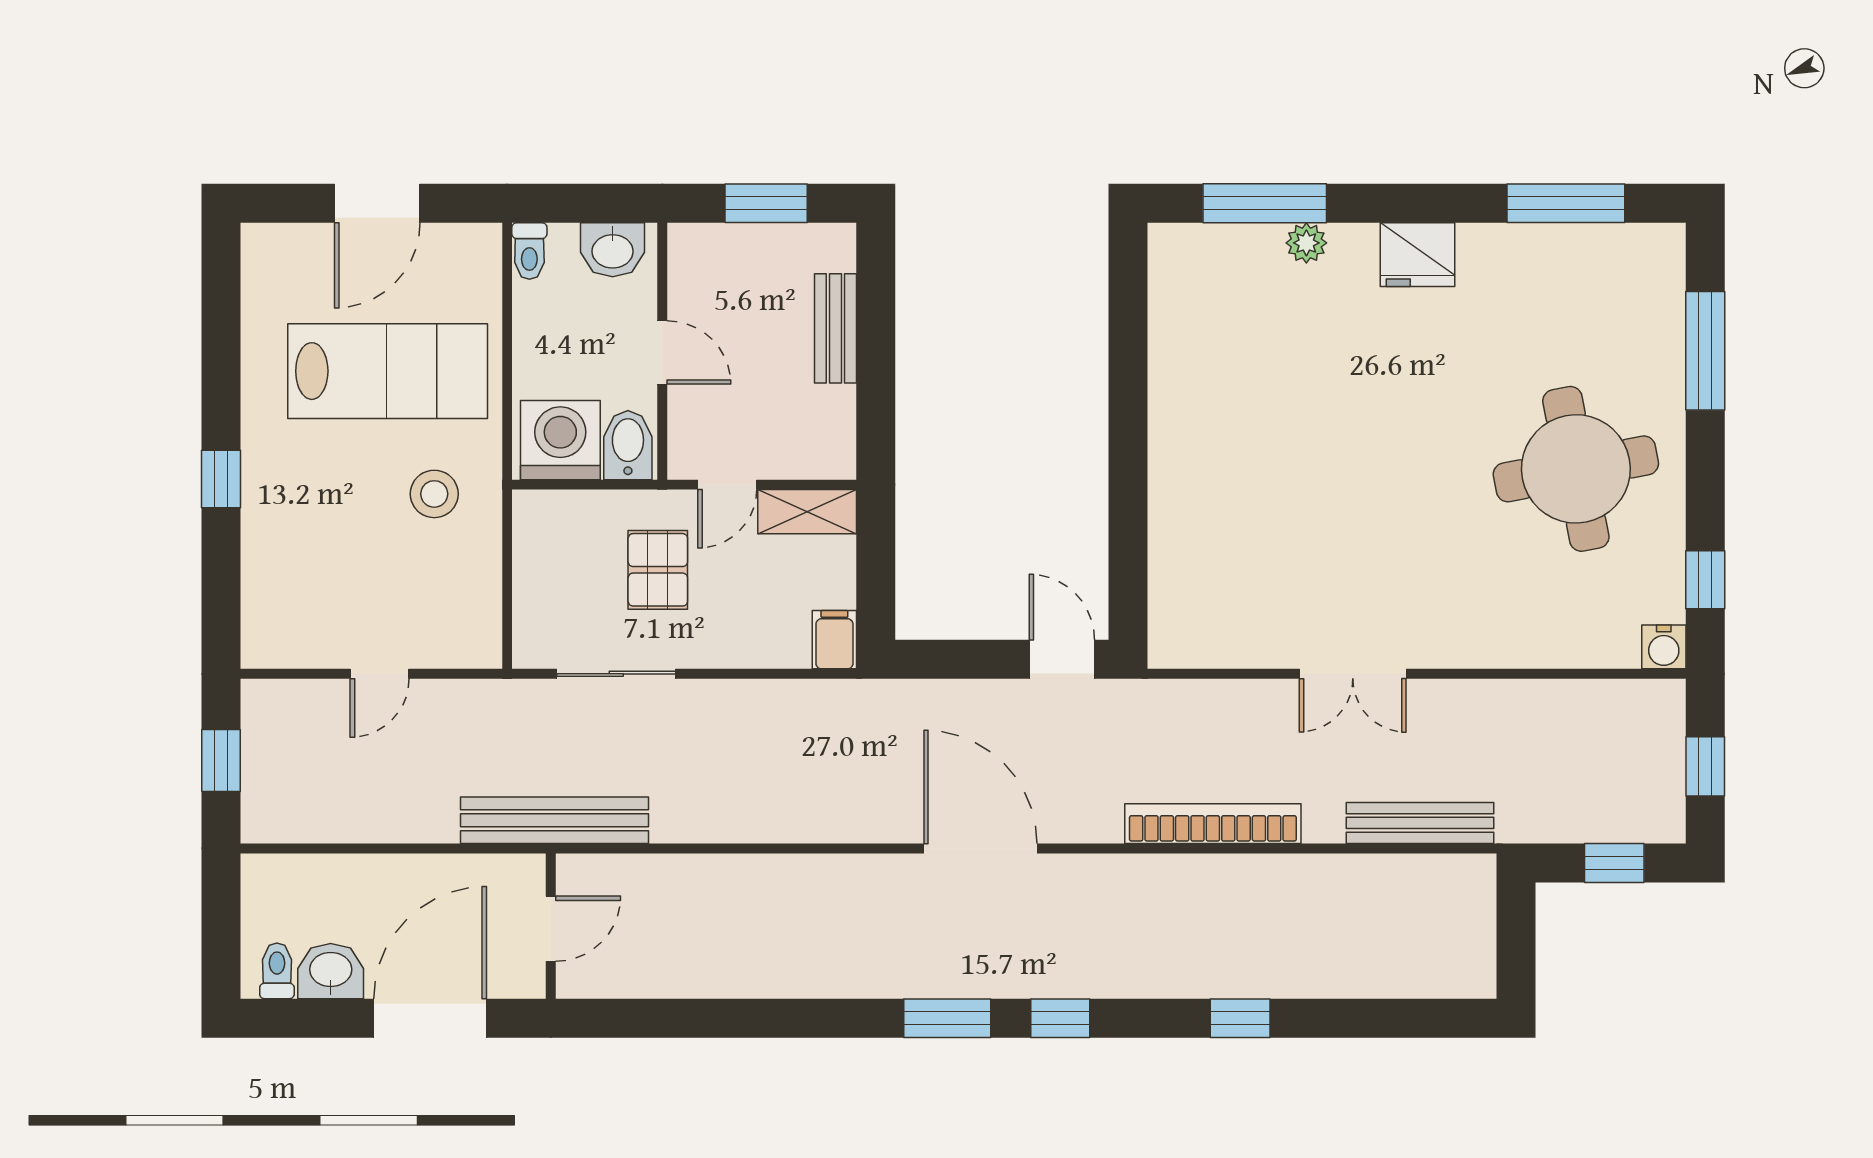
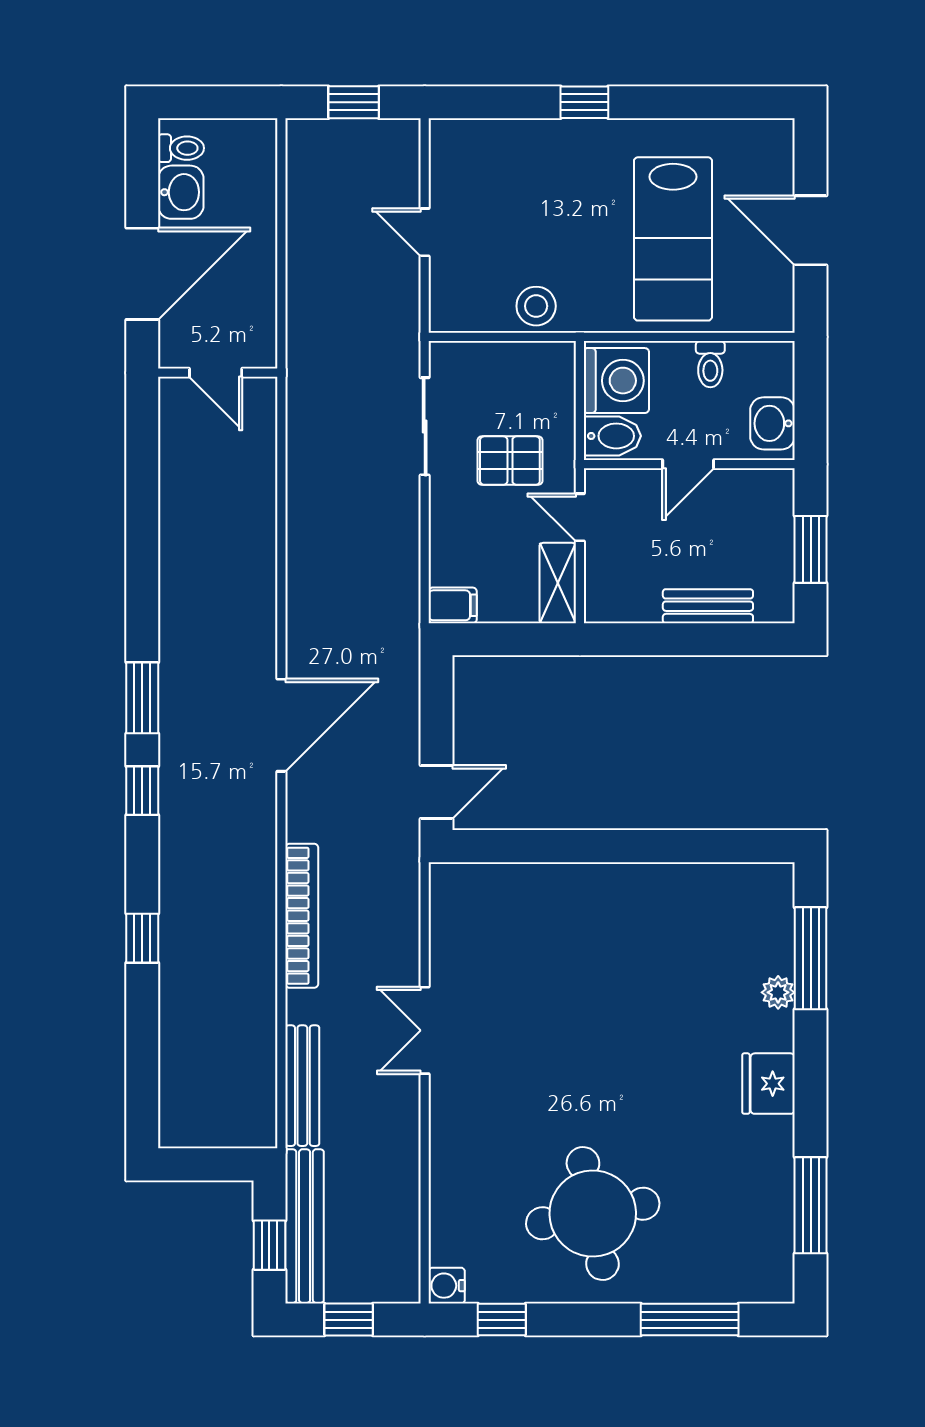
toilet: (529, 251) -> (710, 364), moved, turned -90
stool: (434, 494) -> (536, 306), moved
bench: (554, 820) -> (305, 1226), moved
door: (430, 1018) -> (142, 274), hinge flipped

